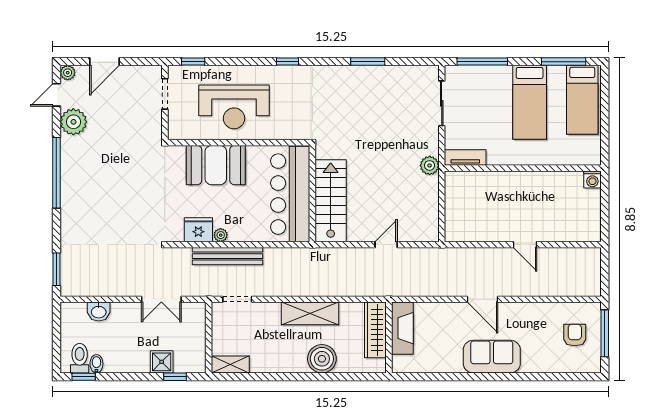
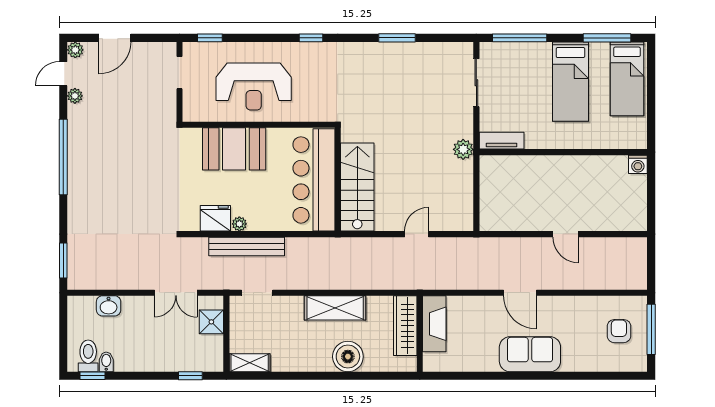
plant: (73, 122) -> (75, 96), width x0.53, depth x0.53
shower: (162, 362) -> (211, 322), moved

